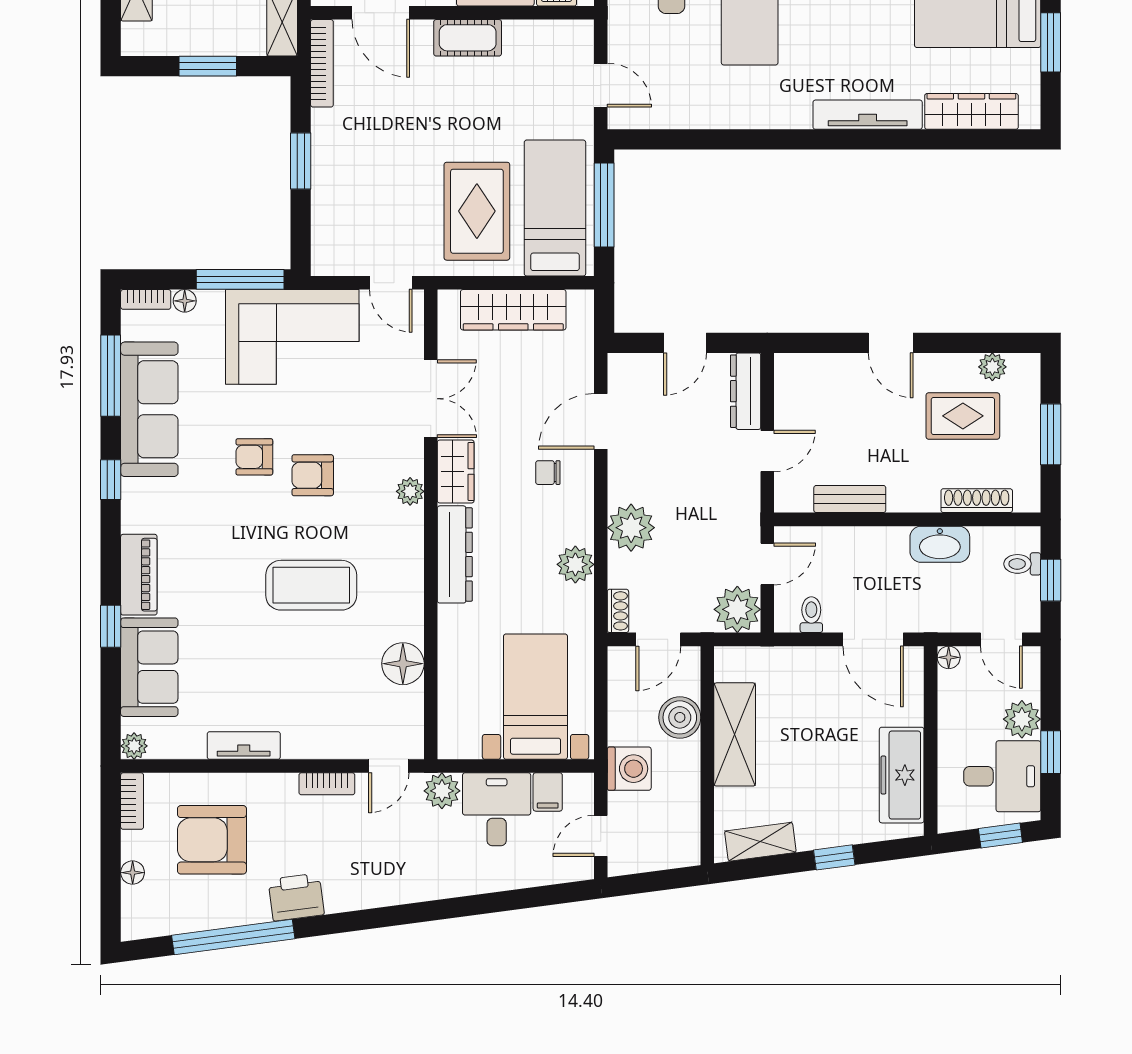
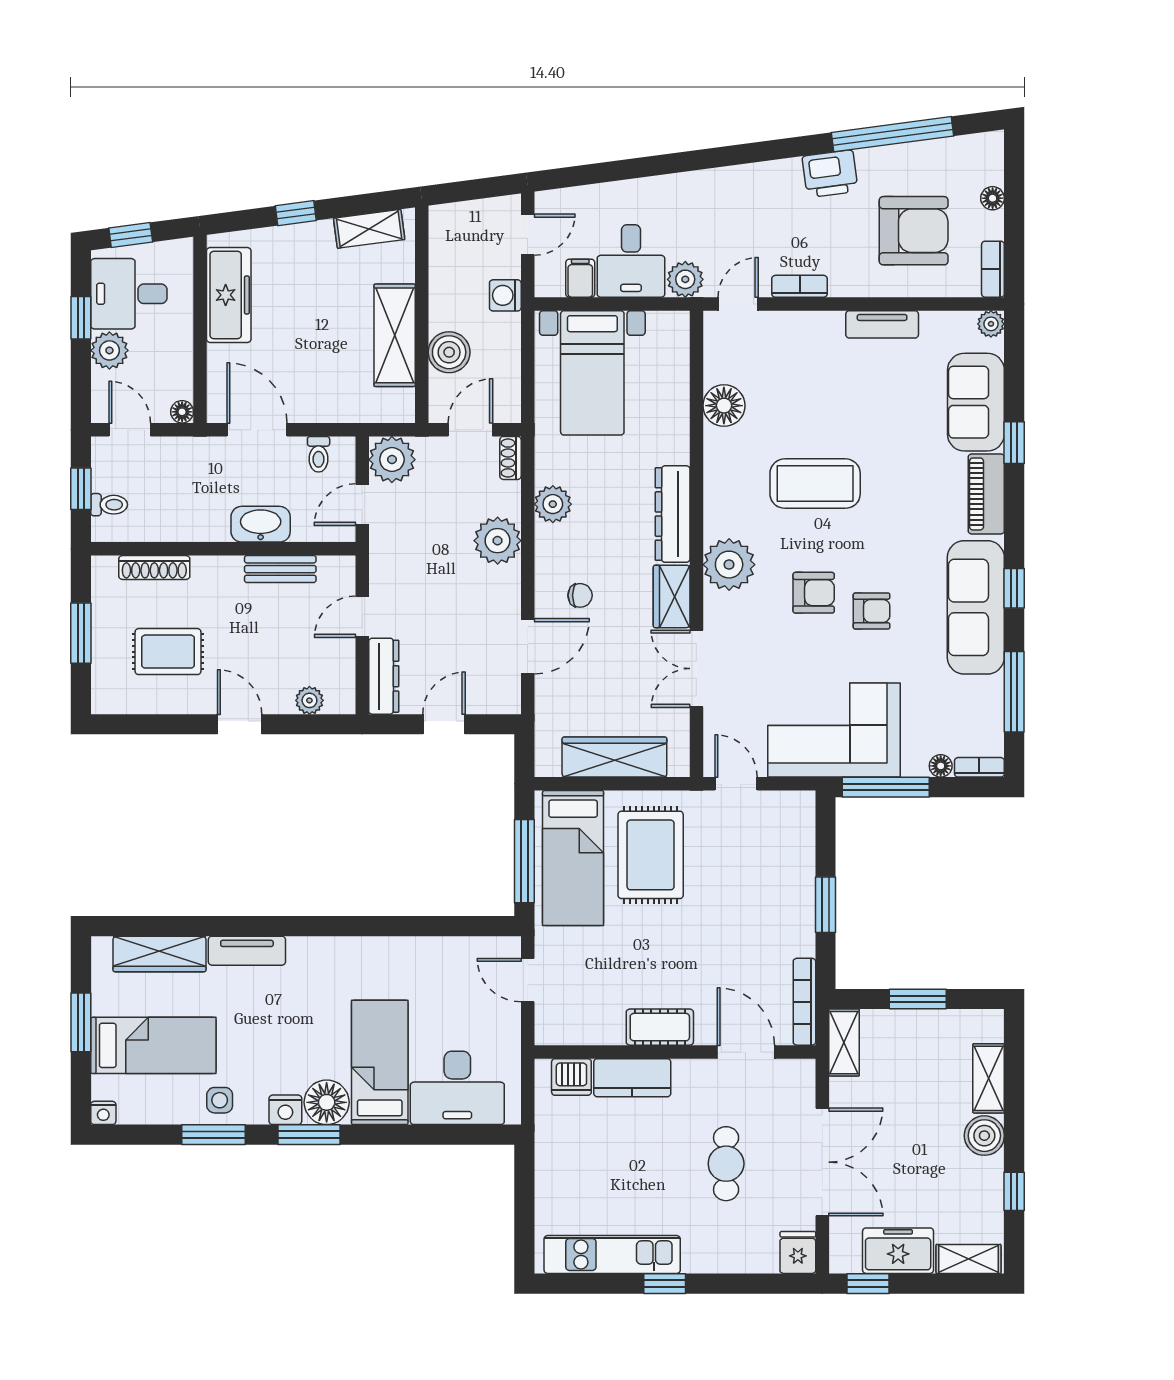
tv unit: (868, 115) -> (247, 951), width x0.71
plant: (992, 367) -> (309, 700), moved
sofa: (149, 409) -> (976, 607), moved
plant: (410, 491) -> (729, 565), width x1.87, depth x1.87
washbasin: (940, 544) -> (261, 524), moved
washing machine: (629, 769) -> (505, 295), width x0.73, depth x0.73

